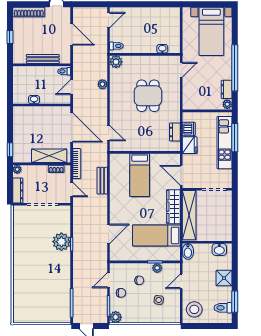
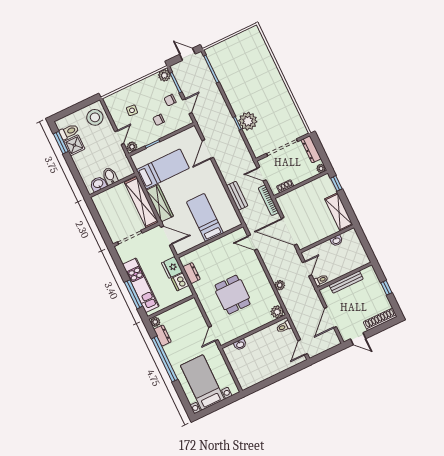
door: (72, 35) -> (330, 318), hinge flipped
shelving: (49, 156) -> (339, 212), moved, turned 90
bidet: (188, 251) -> (110, 176), moved
plant: (157, 268) -> (132, 147), moved
shower: (224, 278) -> (74, 145), moved

